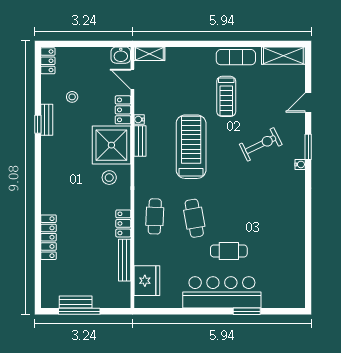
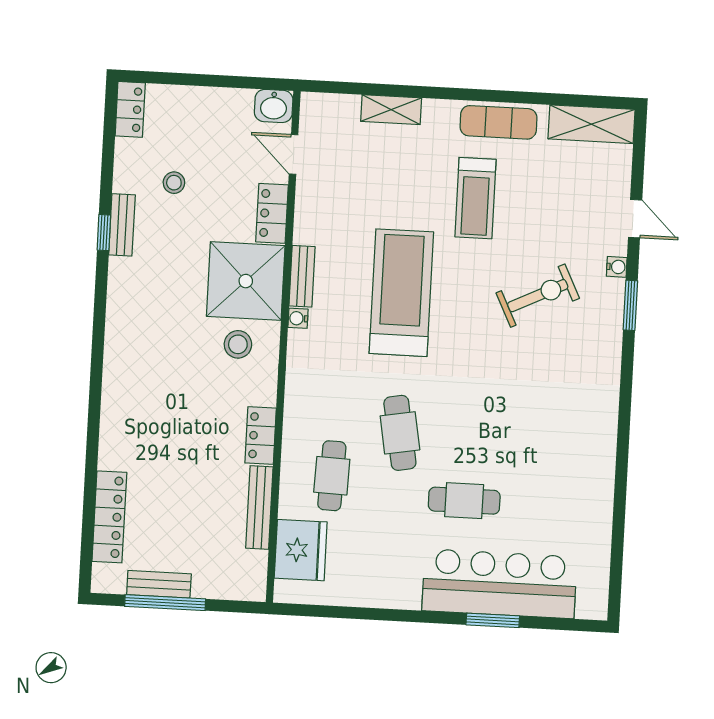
shelving: (149, 54) -> (391, 110), moved
door: (308, 103) -> (635, 219), swing flipped
water cooler: (139, 120) -> (298, 318), moved
water cooler: (300, 164) -> (617, 267), moved
cafe table: (155, 216) -> (332, 476), moved
locker: (48, 237) -> (109, 517), moved
bar counter: (222, 292) -> (499, 584), moved

